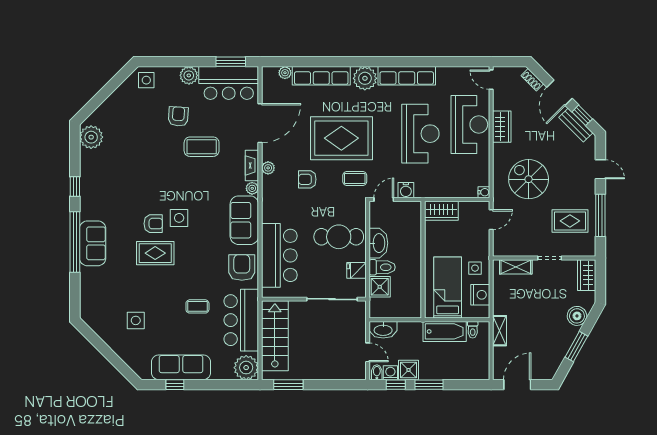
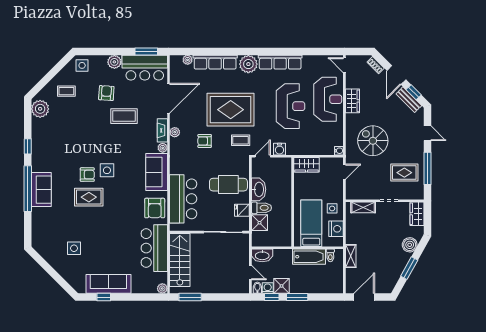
armchair: (242, 268) -> (155, 208), turned 180
coffee table: (197, 306) -> (66, 91), moved
plant: (246, 368) -> (162, 288), width x0.53, depth x0.53

